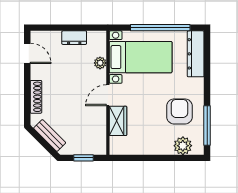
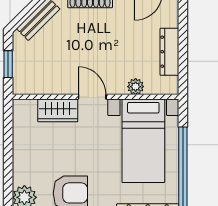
dresser: (74, 38) -> (169, 52), width x1.44

